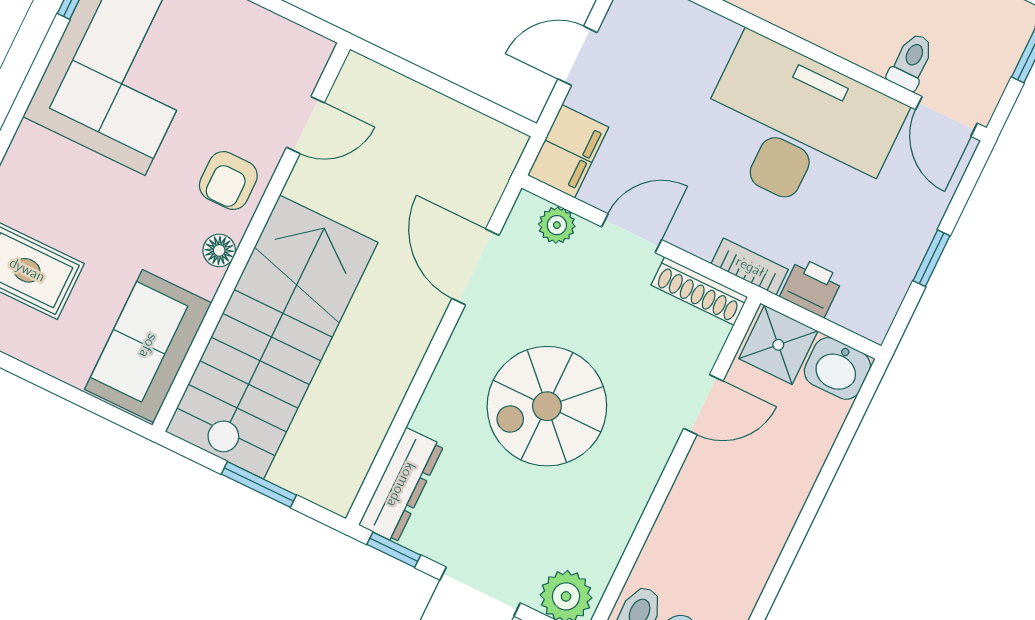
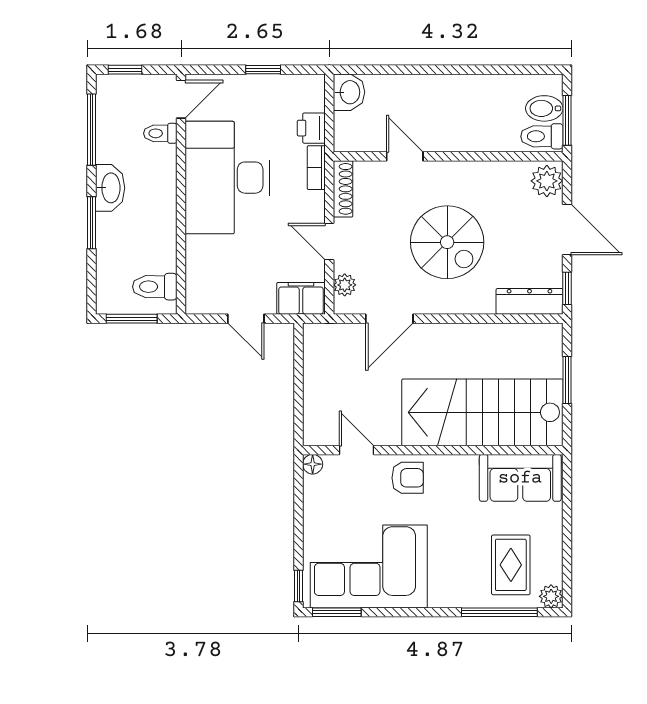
floor lamp: (219, 250) -> (313, 464), moved
shower: (778, 345) -> (352, 131), removed

